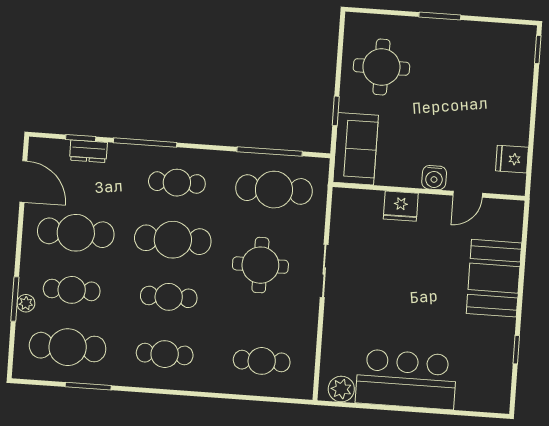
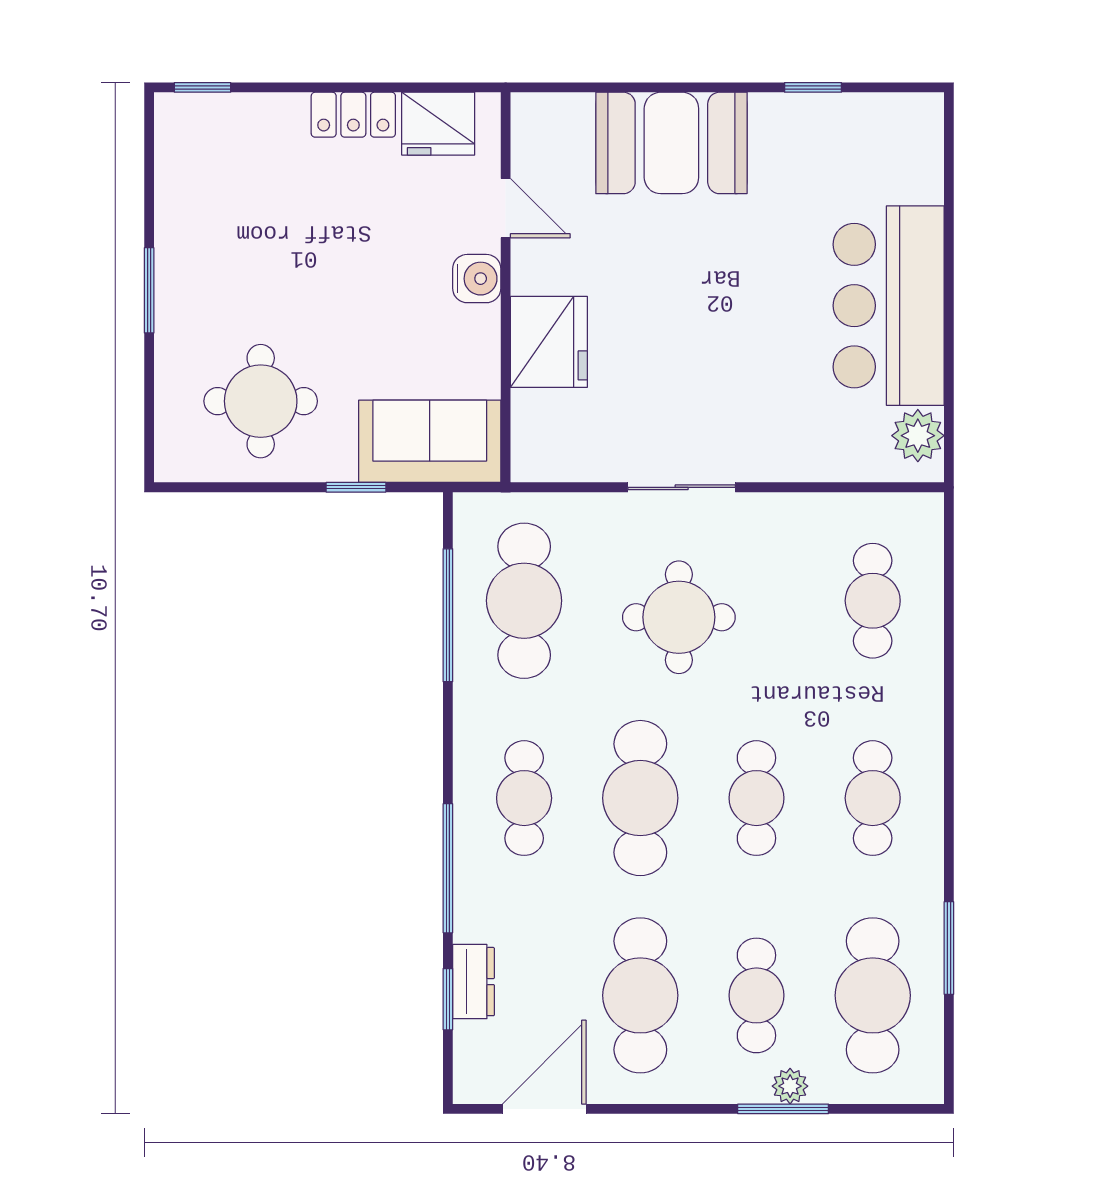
locker: (519, 123) -> (353, 115), added
fridge: (512, 159) -> (438, 124), width x1.38
fridge: (401, 206) -> (549, 342), width x1.36, depth x1.34

